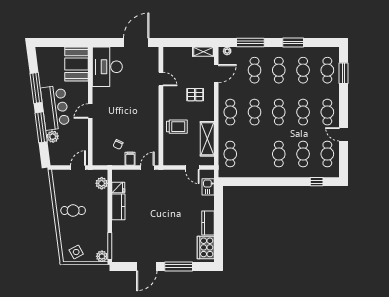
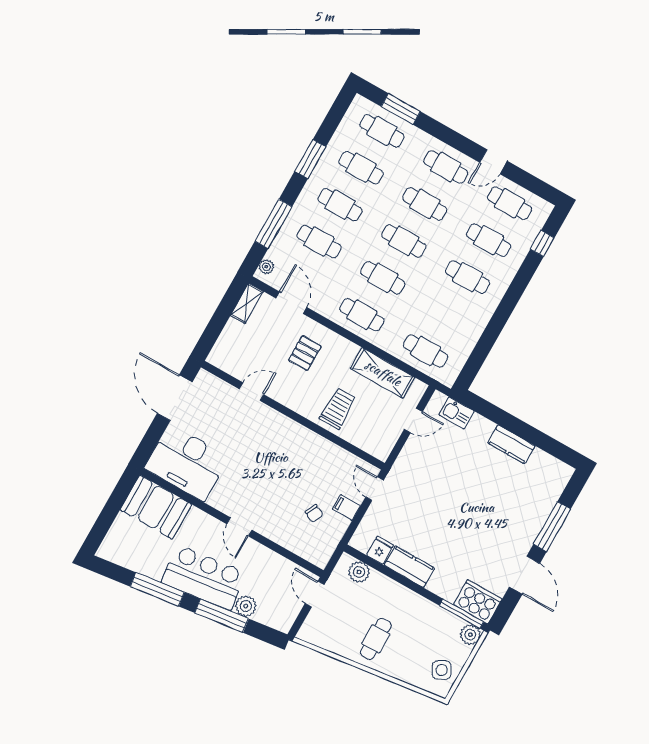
cooker: (206, 247) -> (478, 602), moved, turned 180

